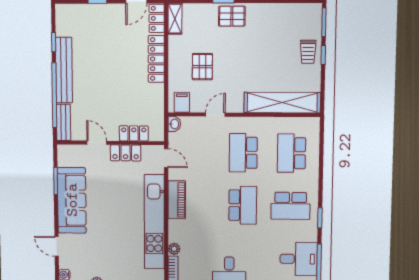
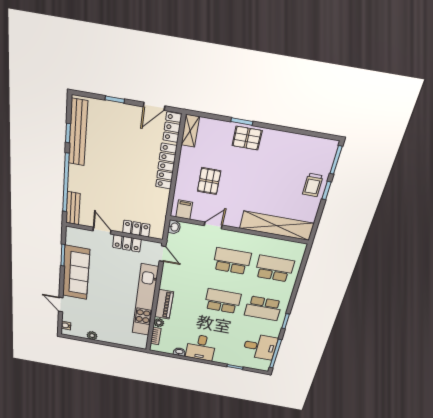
bench: (64, 70) -> (78, 133), moved
school desk: (243, 153) -> (232, 261), turned 90
school desk: (291, 153) -> (274, 269), turned 90
piano: (177, 200) -> (164, 304), moved
school desk: (243, 205) -> (223, 301), turned -90

